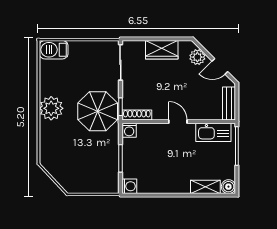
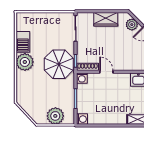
barbecue: (54, 50) -> (23, 42), moved, turned -90
door: (178, 122) -> (106, 72), moved
plant: (93, 182) -> (55, 116), added

